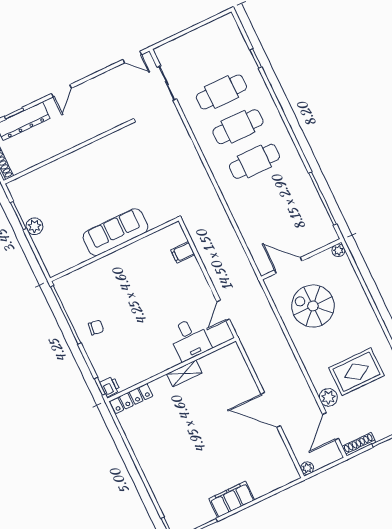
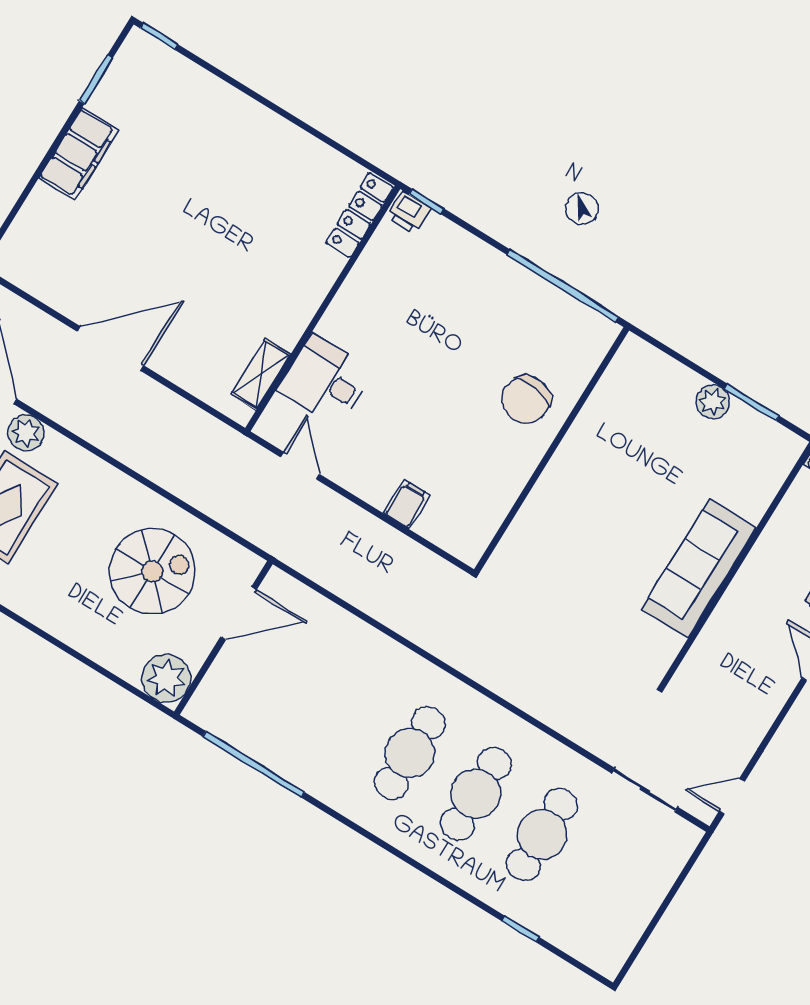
sofa: (115, 232) -> (699, 568), moved, turned 180
plant: (338, 250) -> (166, 678), width x1.87, depth x1.87
filing cabinet: (183, 252) -> (407, 504), moved
chair: (96, 327) -> (526, 400), moved, width x1.87, depth x1.87
shelving: (184, 373) -> (261, 374), moved

